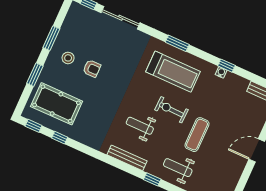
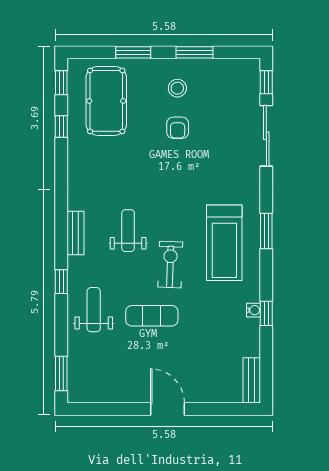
bench: (127, 158) -> (75, 233), width x0.73

